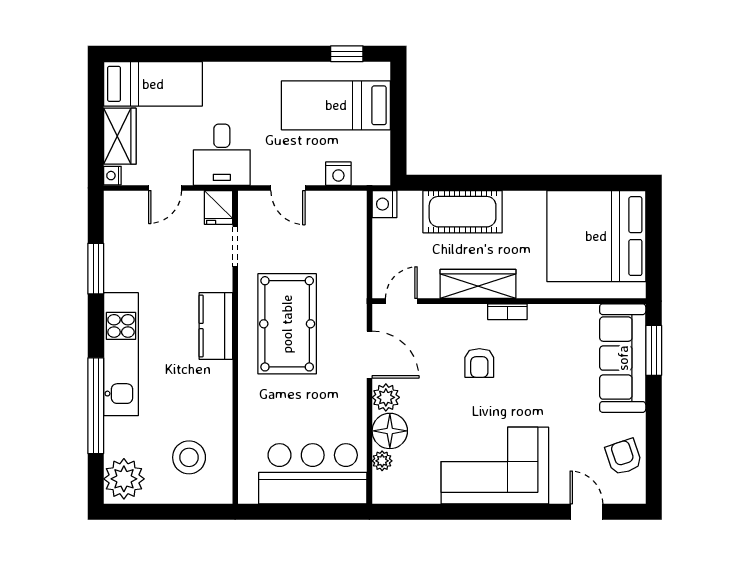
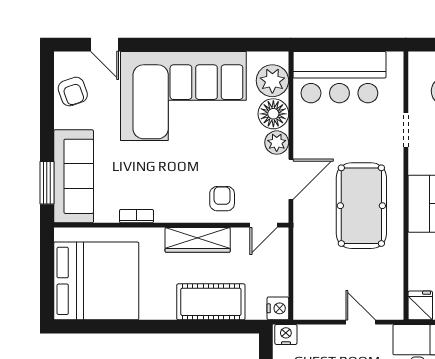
nightstand: (338, 174) -> (286, 334), moved
doorway: (235, 247) -> (406, 130), moved
bookcase: (507, 312) -> (136, 216), moved
door: (369, 355) -> (291, 179), swing flipped
armchair: (479, 363) -> (222, 199), moved
plant: (382, 461) -> (272, 81), width x1.88, depth x1.88
corner sofa: (495, 465) -> (183, 96), width x1.36, depth x1.36

